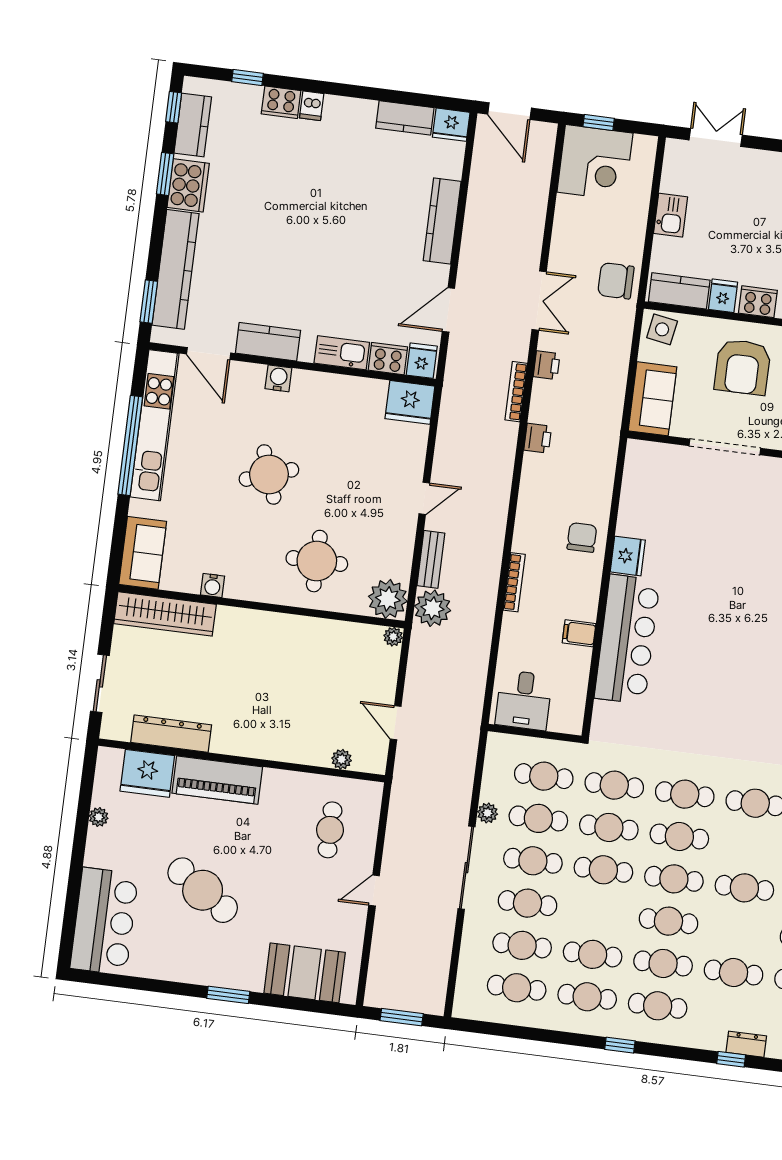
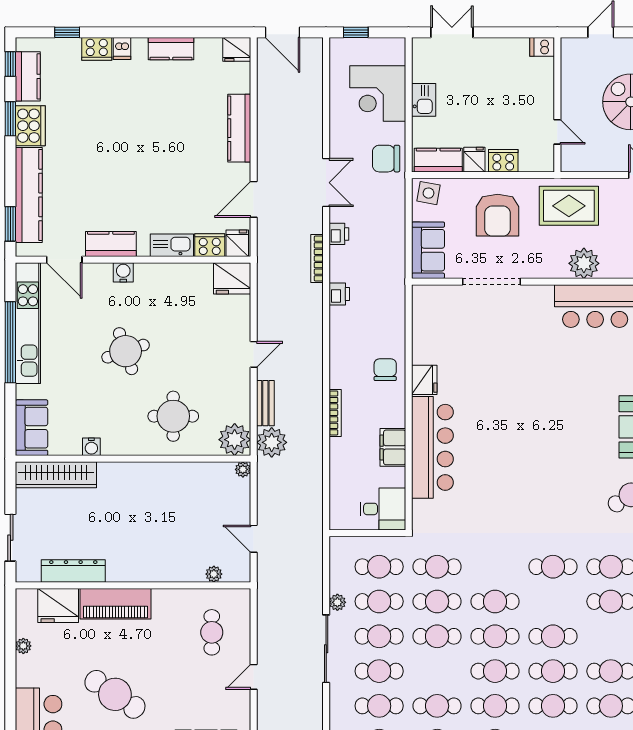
kitchen counter: (405, 118) -> (171, 49), moved
corner desk: (595, 163) -> (378, 93), moved, turned 90
filing cabinet: (579, 633) -> (393, 447), width x2.00
desk: (524, 700) -> (383, 509), moved, turned -90
cafe table: (685, 794) -> (553, 671), moved

